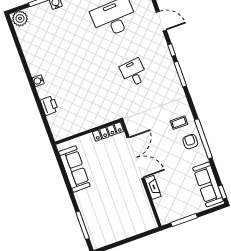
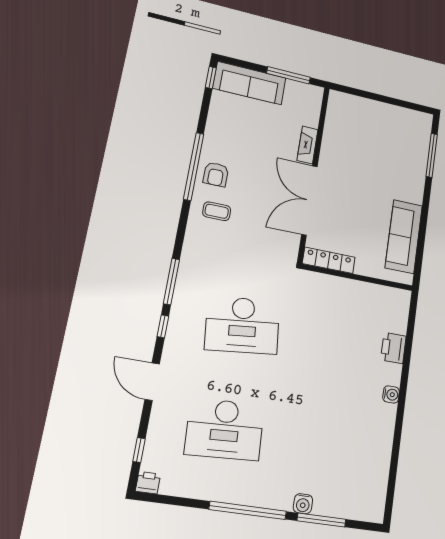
plant: (20, 18) -> (370, 508), removed
desk: (134, 73) -> (242, 325), width x1.87, depth x1.30
sofa: (208, 184) -> (250, 83), moved, turned 90

